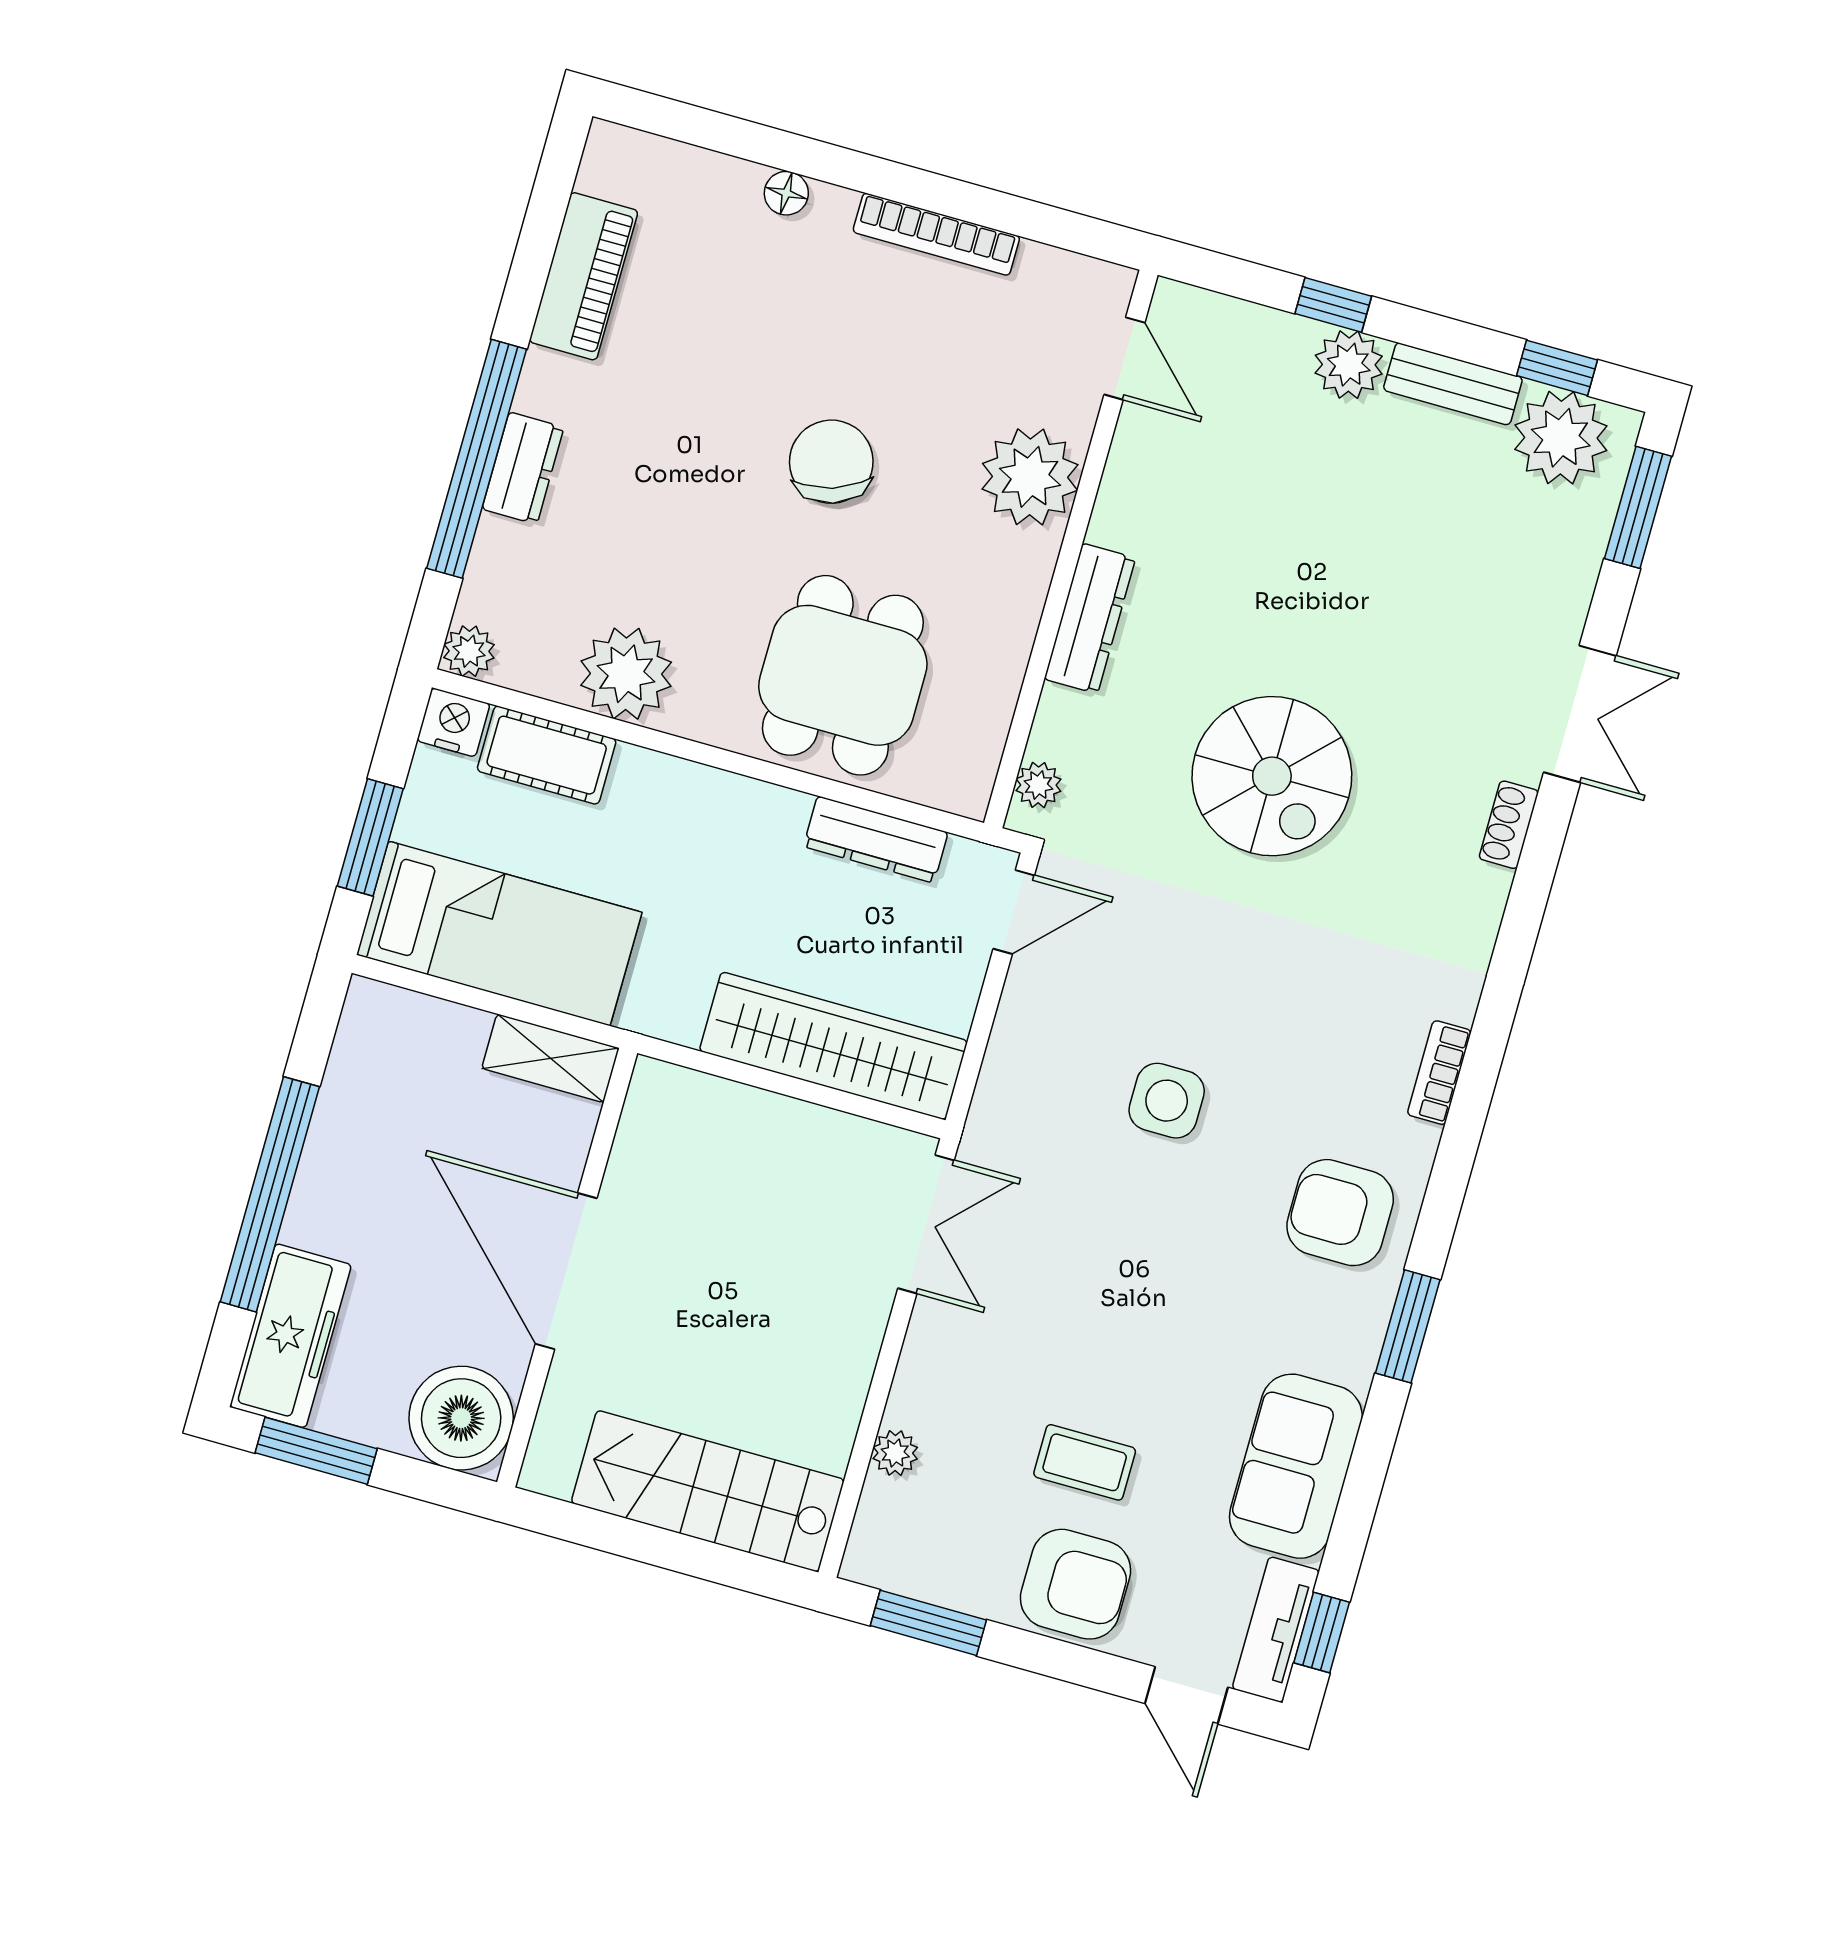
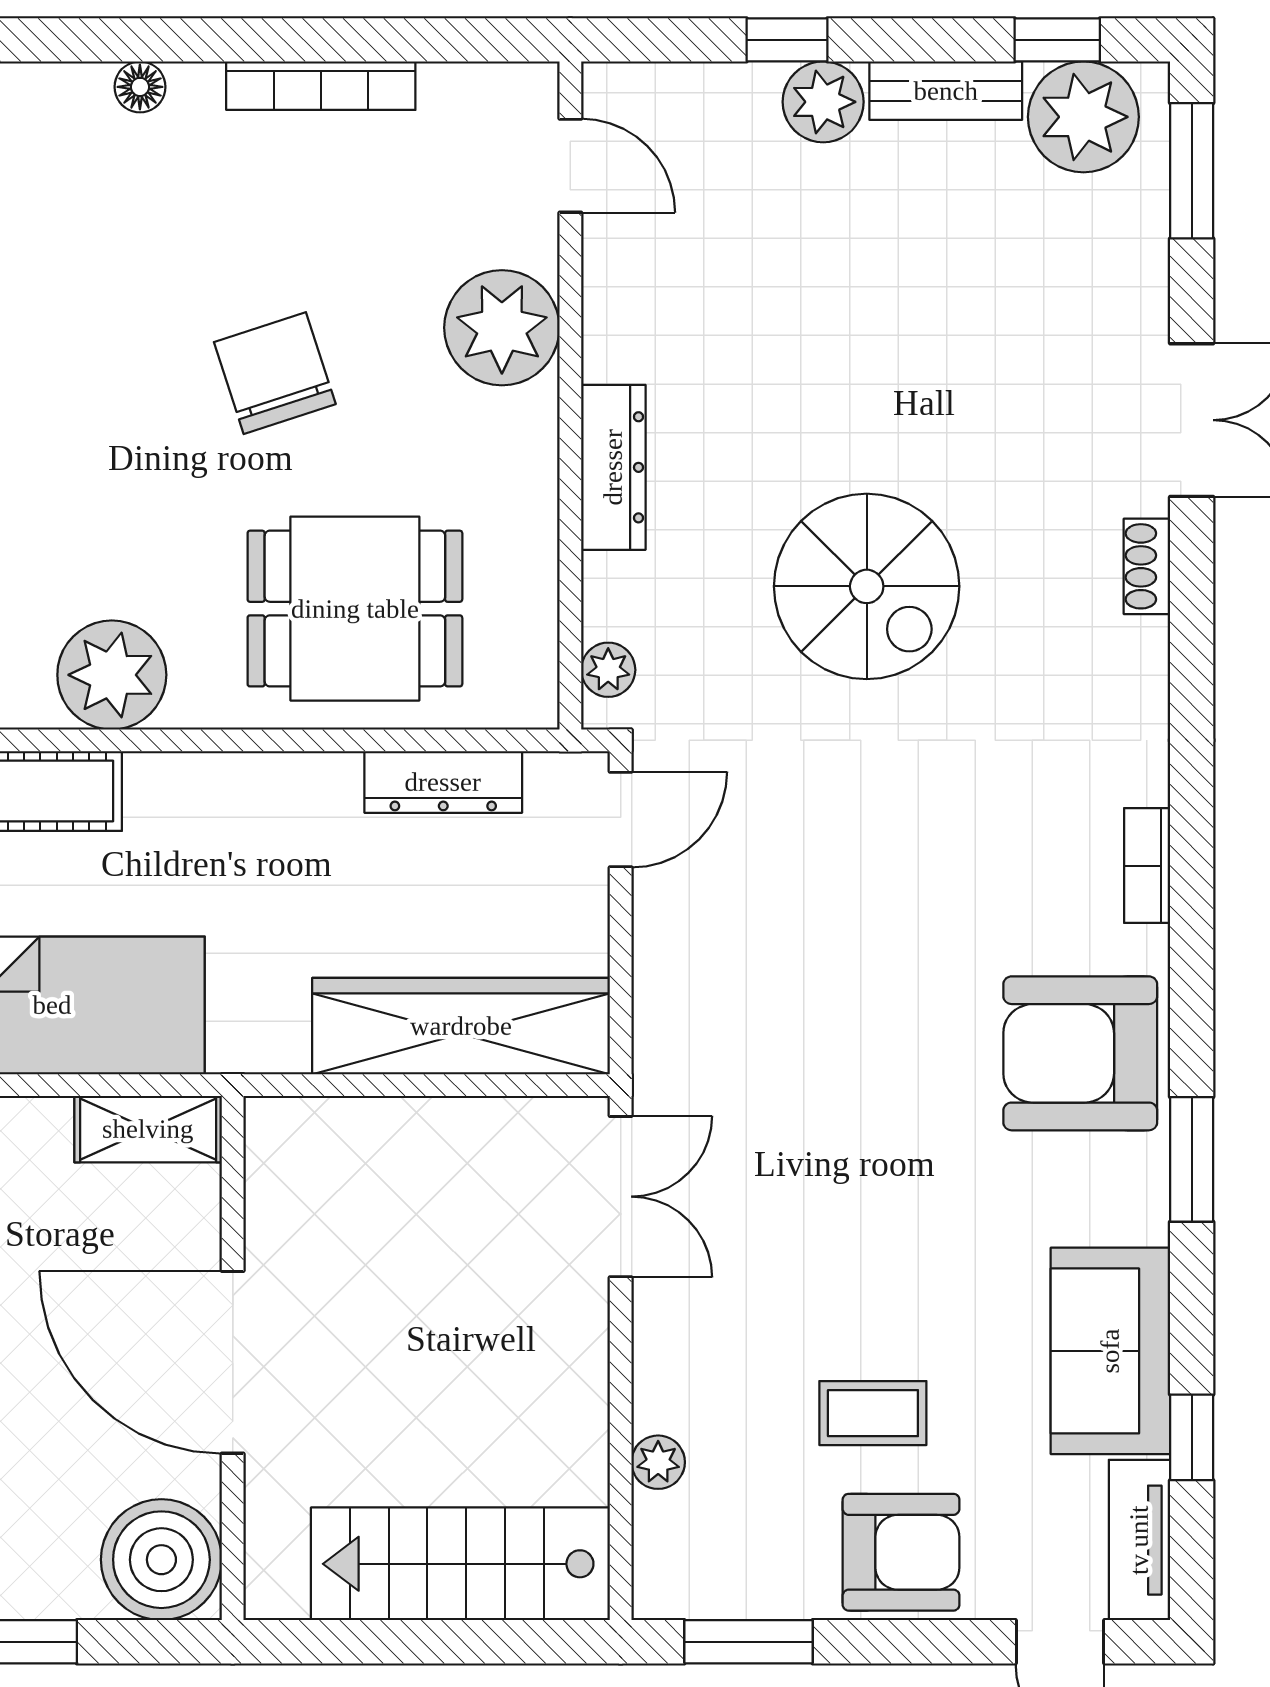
dining table: (843, 675) -> (355, 609), turned 90
side table: (1167, 1101) -> (851, 983), removed
armchair: (1340, 1213) -> (1080, 1053), width x1.36, depth x1.36
window: (1322, 1633) -> (1192, 1437), moved

